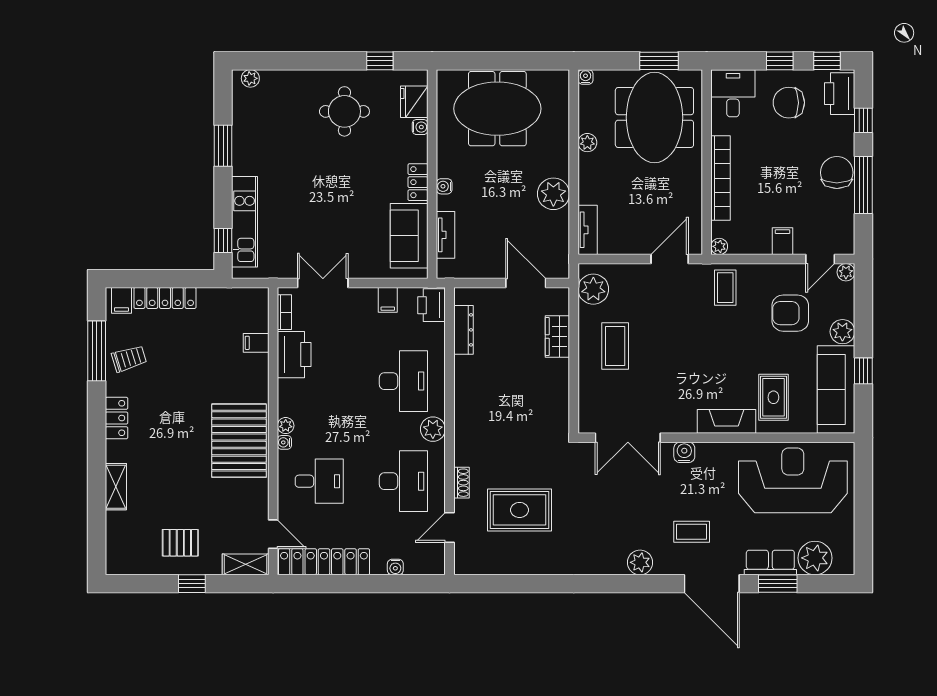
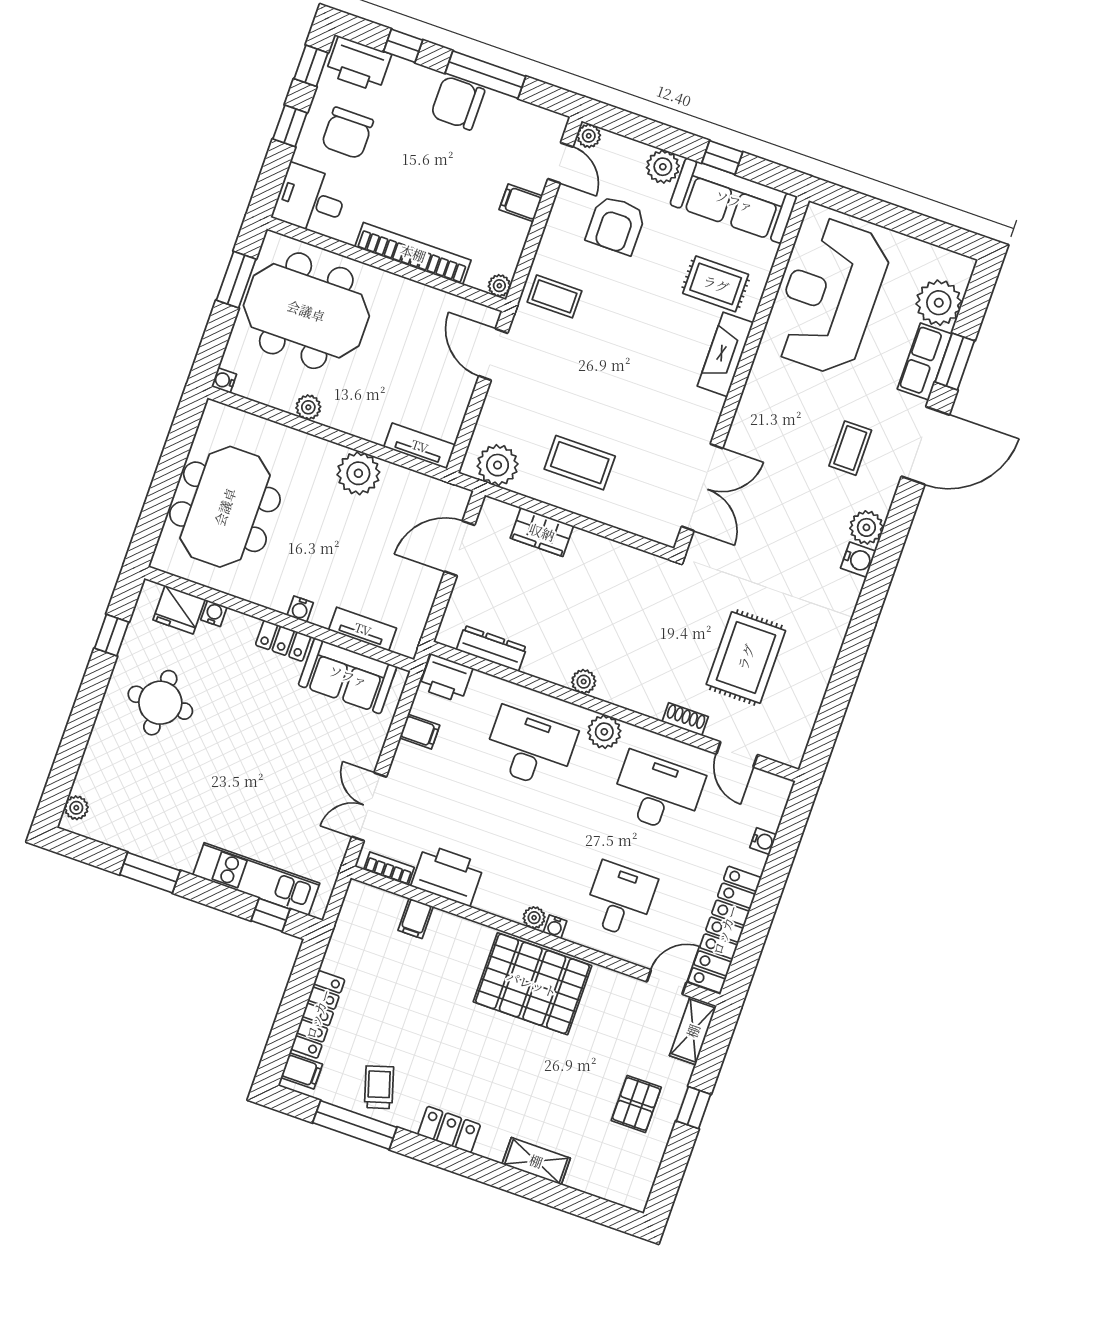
plant: (463, 402) -> (584, 682), added
water cooler: (684, 452) -> (858, 560), moved, turned 180

